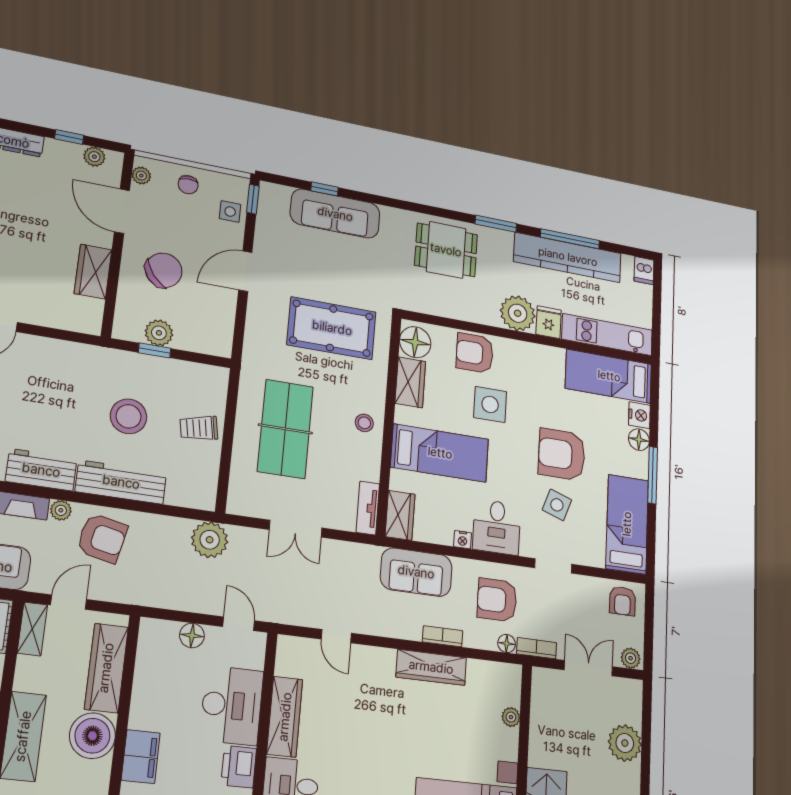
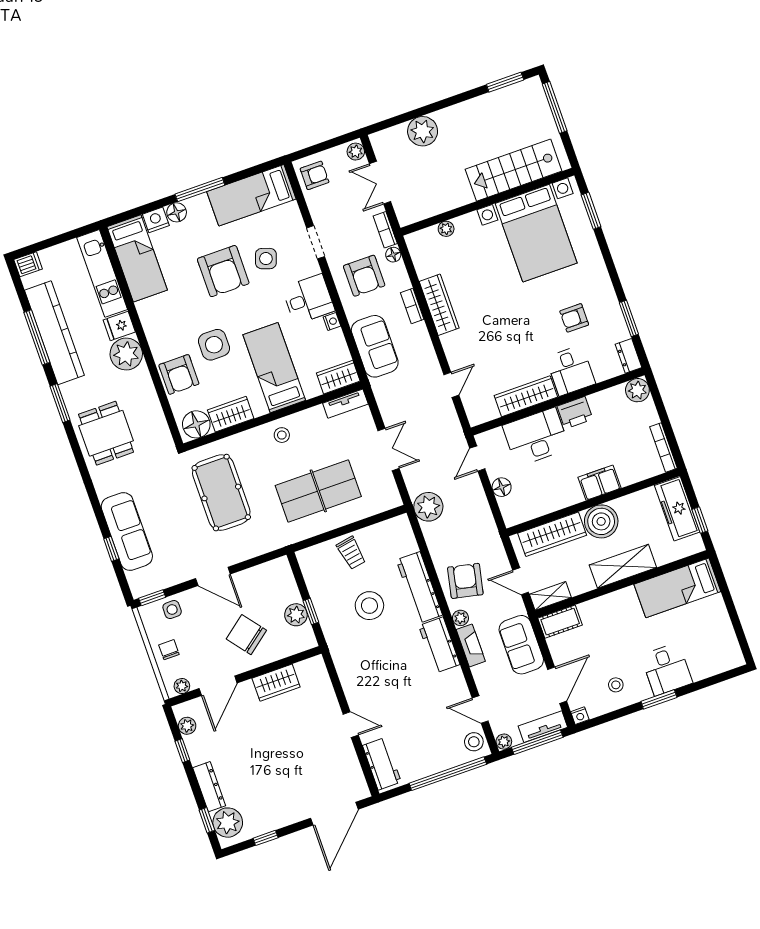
chair: (188, 185) -> (169, 650), turned -90

